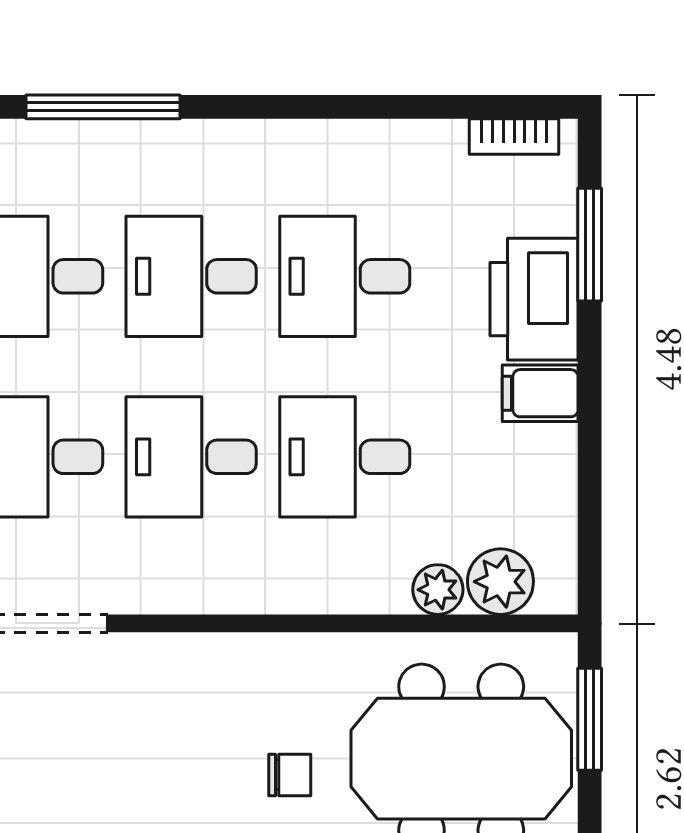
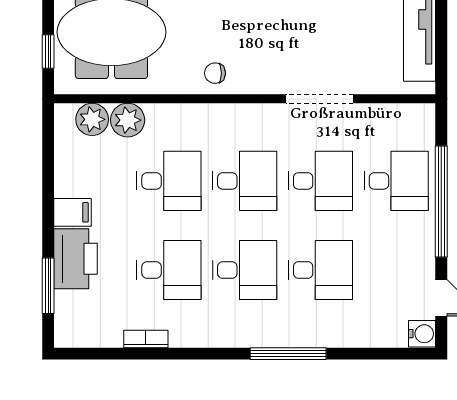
bookcase: (514, 136) -> (146, 339), moved
plant: (438, 590) -> (128, 120), width x1.38, depth x1.38
window: (590, 719) -> (48, 52), width x0.67
chair: (290, 775) -> (215, 73), moved

